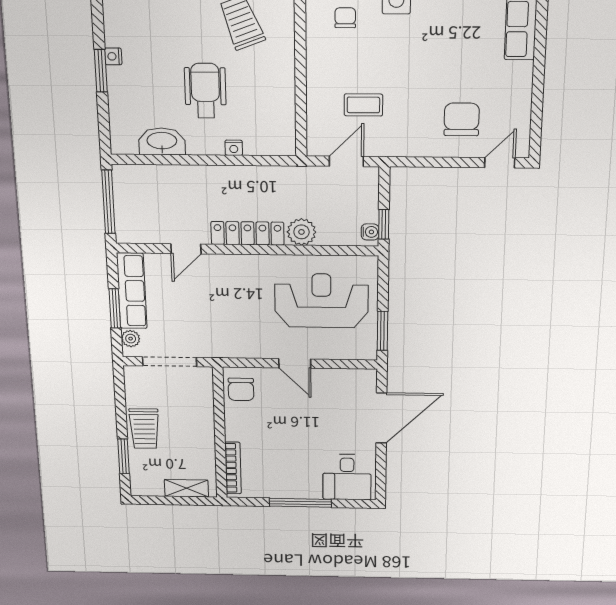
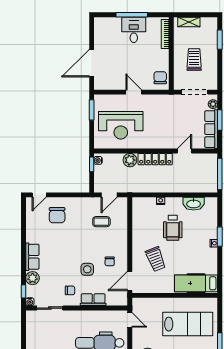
trolley: (144, 429) -> (194, 59), moved
desk: (347, 477) -> (134, 30), moved

